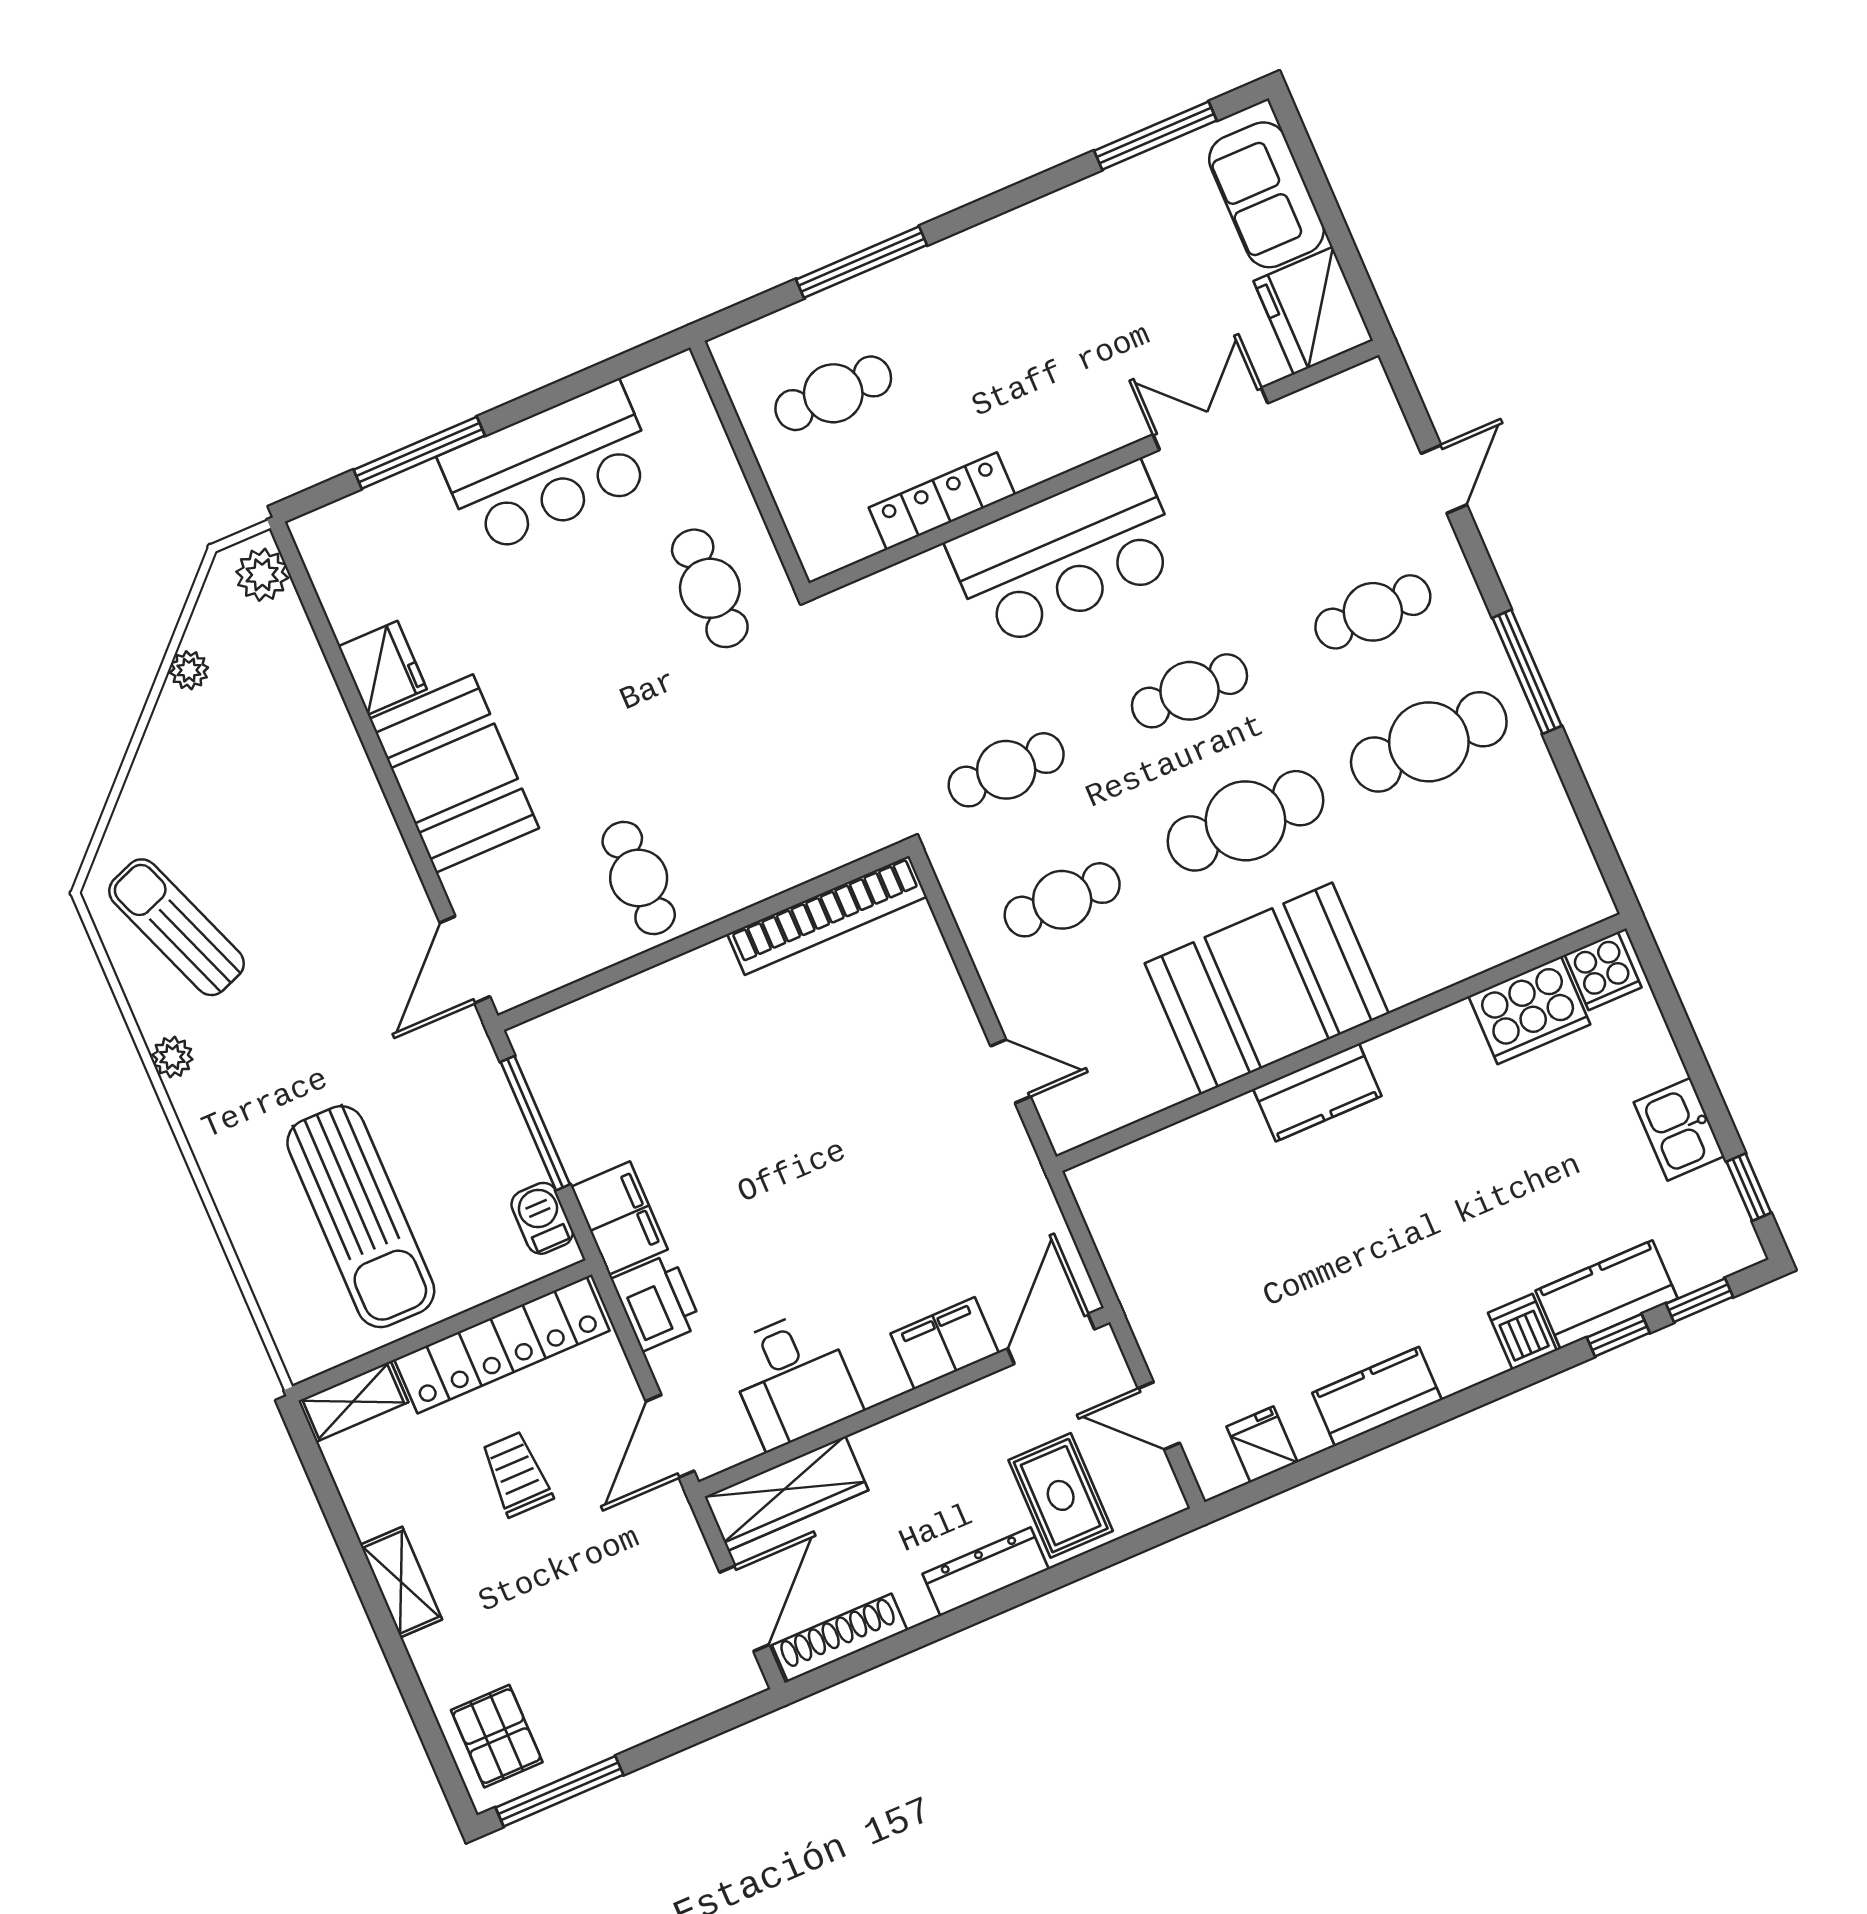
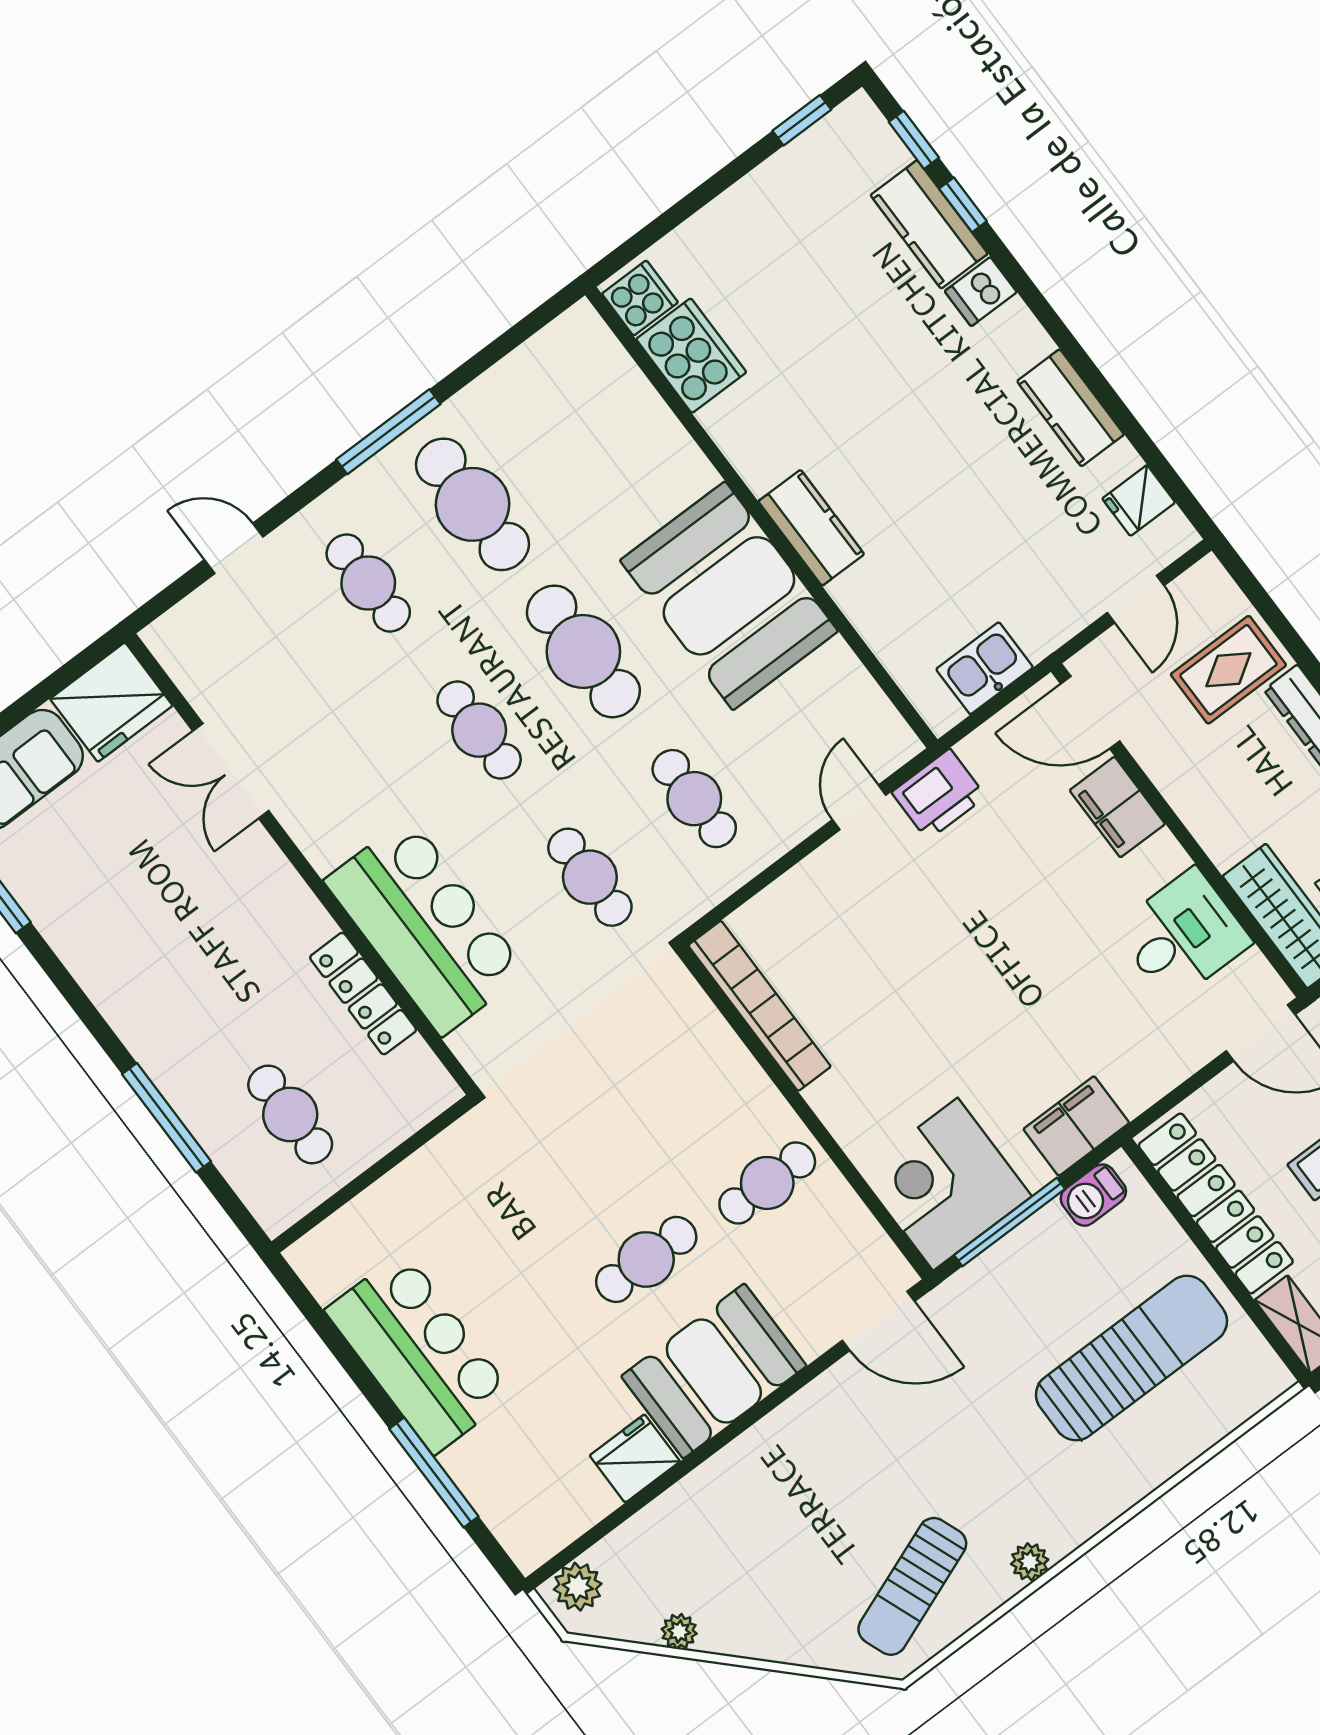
bar counter: (1065, 554) -> (426, 926), moved
cafe table: (710, 588) -> (646, 1259), moved
corner desk: (592, 1065) -> (945, 1184), added
kitchen sink: (1679, 1129) -> (985, 668), moved, turned 180
printer: (657, 1302) -> (939, 794), moved, turned 180

